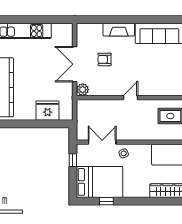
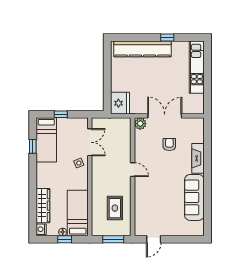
fridge: (48, 111) -> (120, 103), moved
window: (73, 160) -> (61, 114), moved
bed: (100, 182) -> (46, 140), width x0.67

